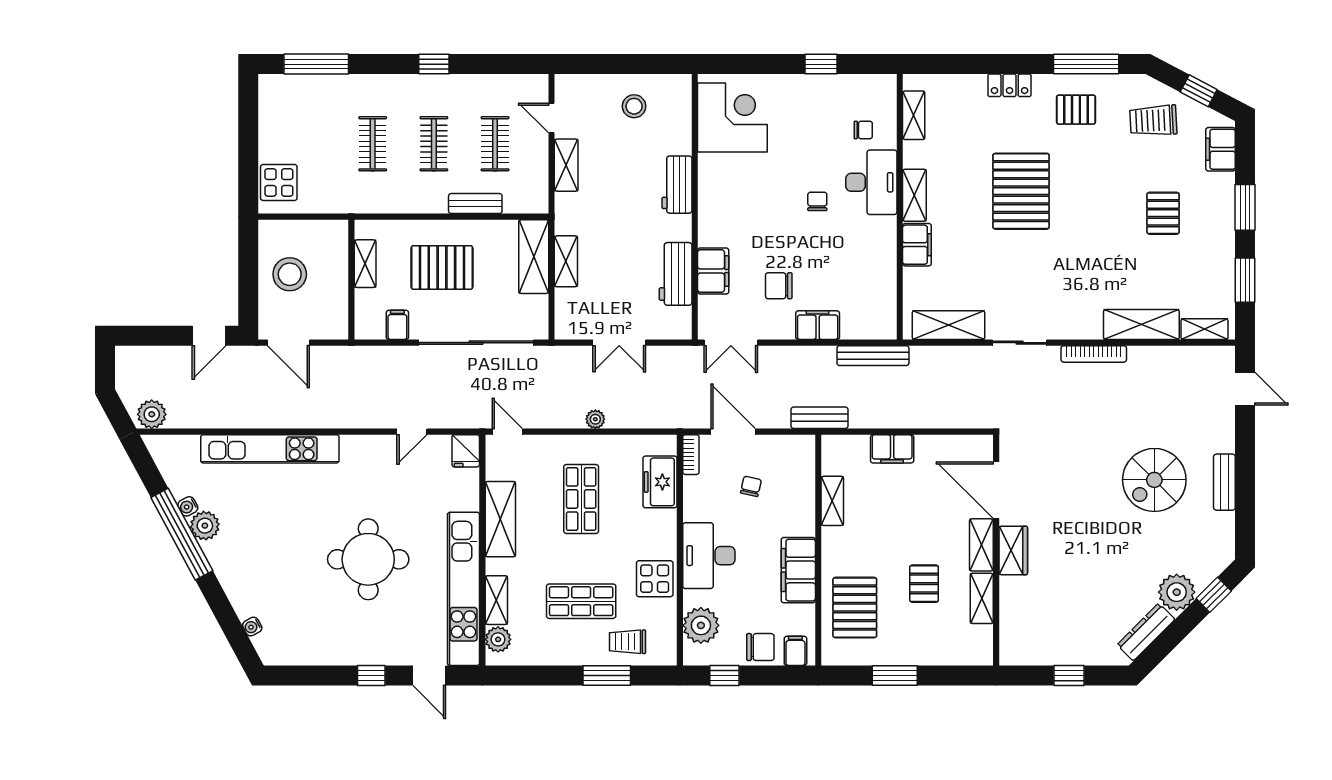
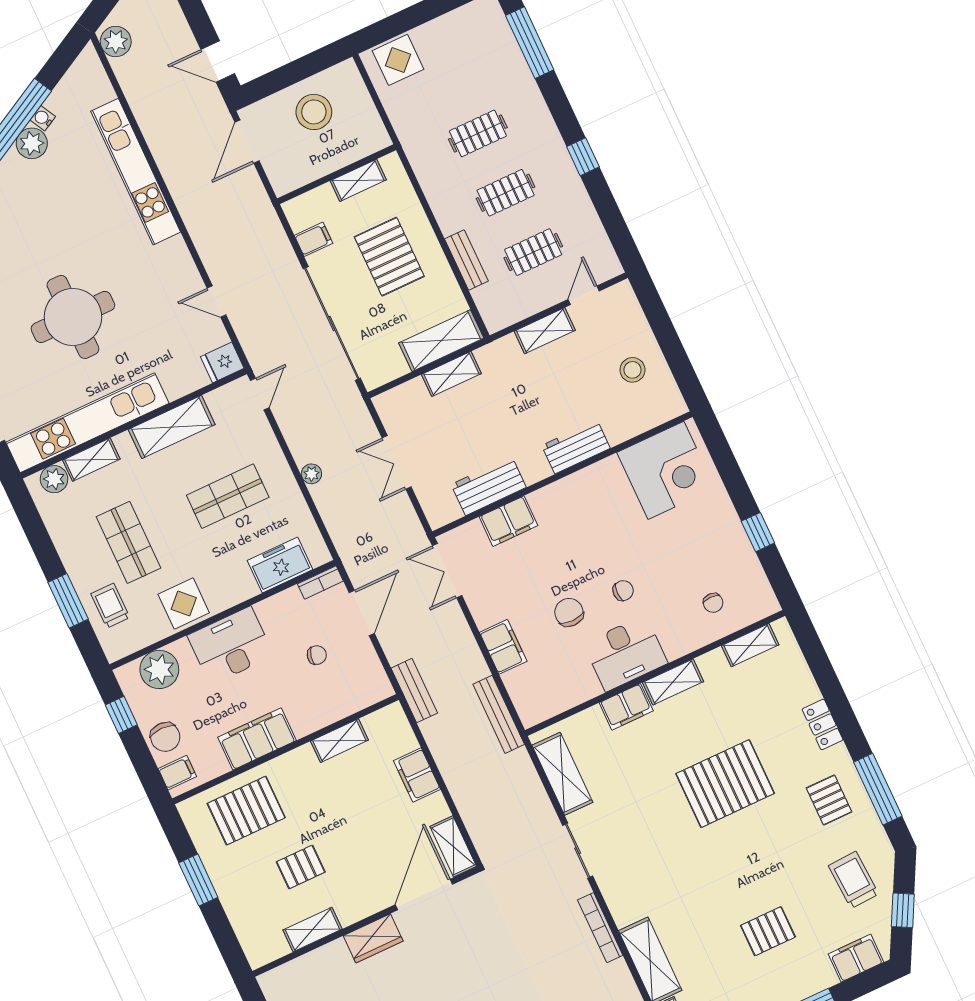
desk: (871, 182) -> (625, 653), moved
chair: (779, 286) -> (569, 612), moved
shelving: (981, 545) -> (453, 846), moved, turned 90

